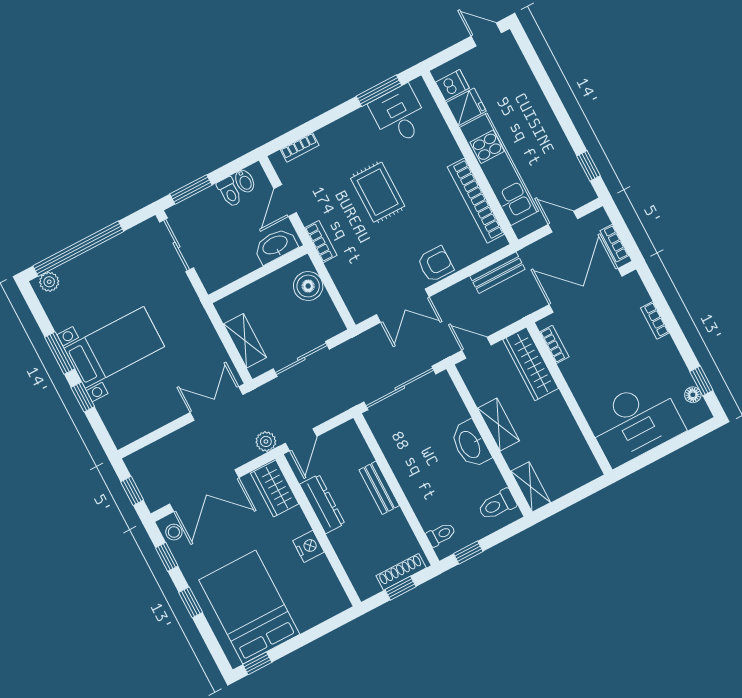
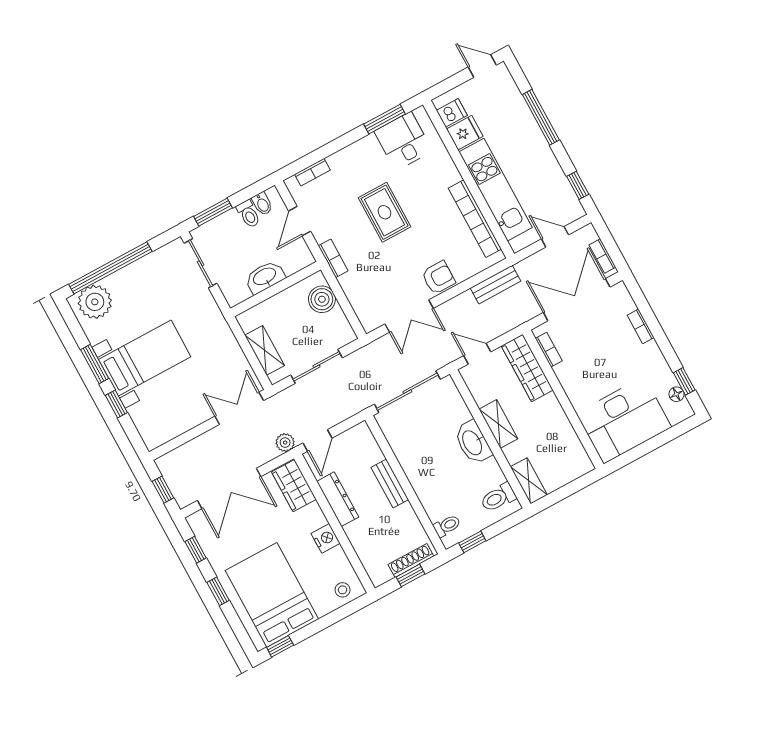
window: (549, 91) -> (541, 117), added
washbasin: (275, 246) -> (265, 277), moved
plant: (49, 282) -> (95, 302), width x1.87, depth x1.87
stool: (174, 532) -> (343, 590), moved

